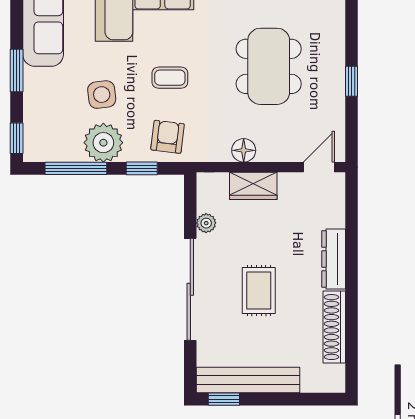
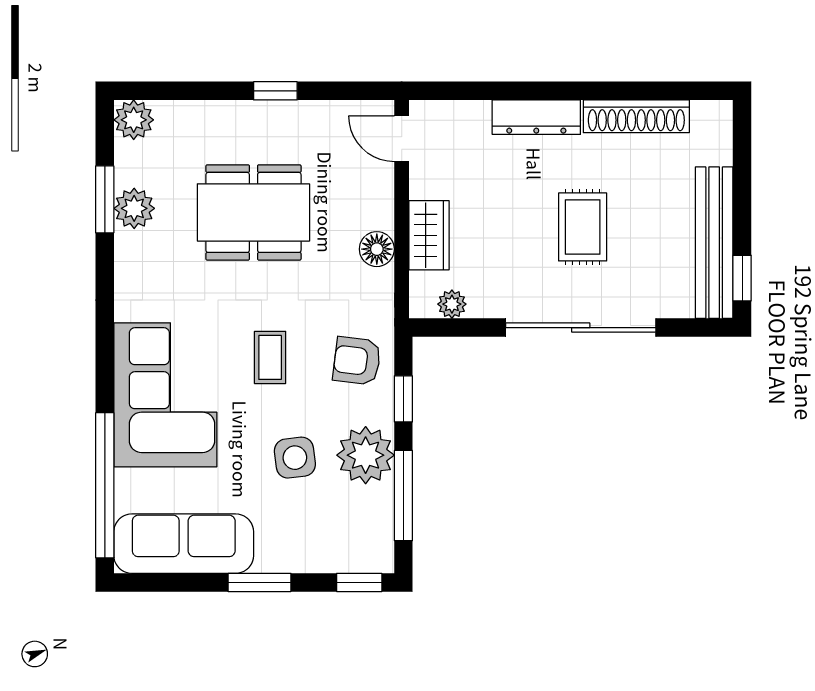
plant: (206, 223) -> (452, 304), moved
rug: (259, 291) -> (583, 227), turned 90

